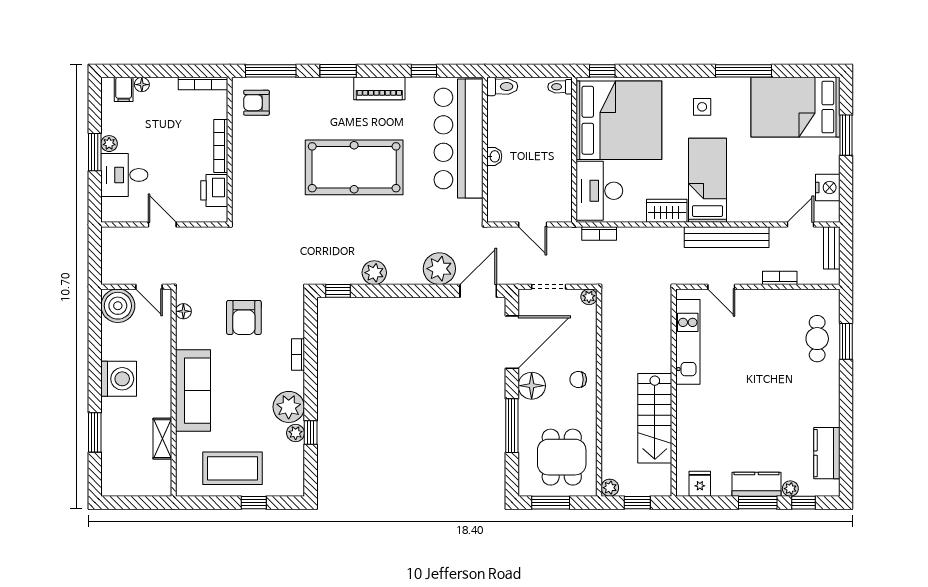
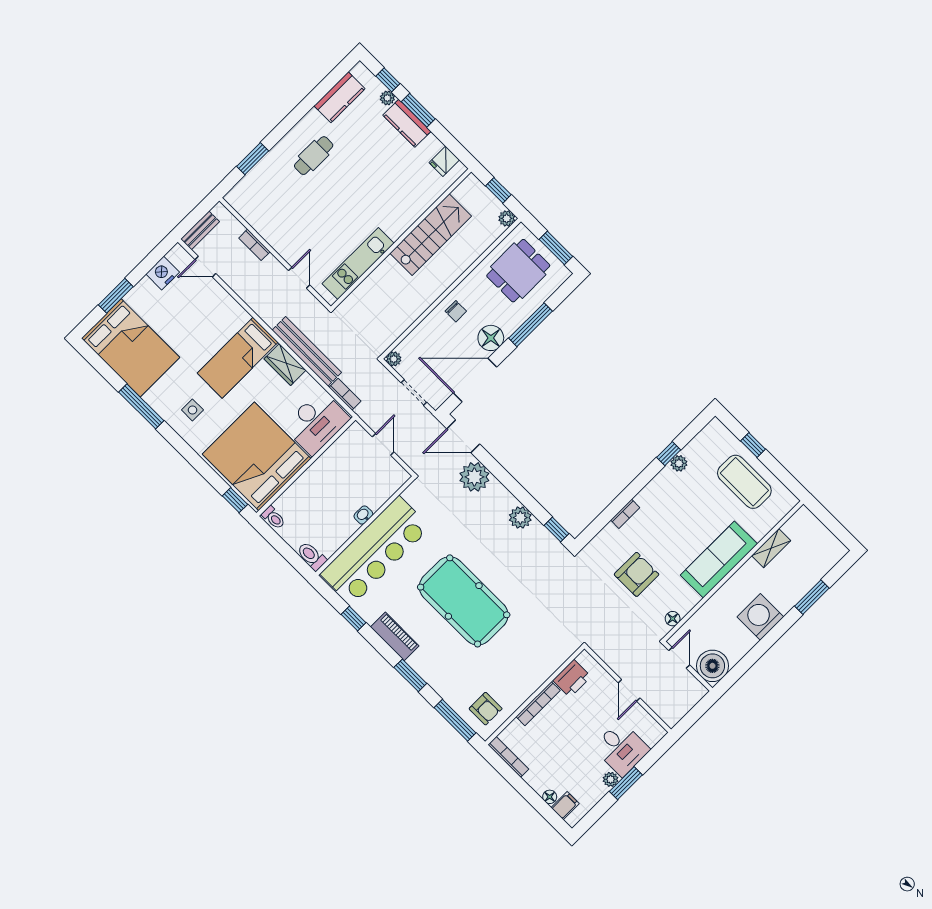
bench: (727, 237) -> (307, 351), moved
cafe table: (817, 339) -> (314, 156), moved
plant: (289, 407) -> (666, 485), removed

